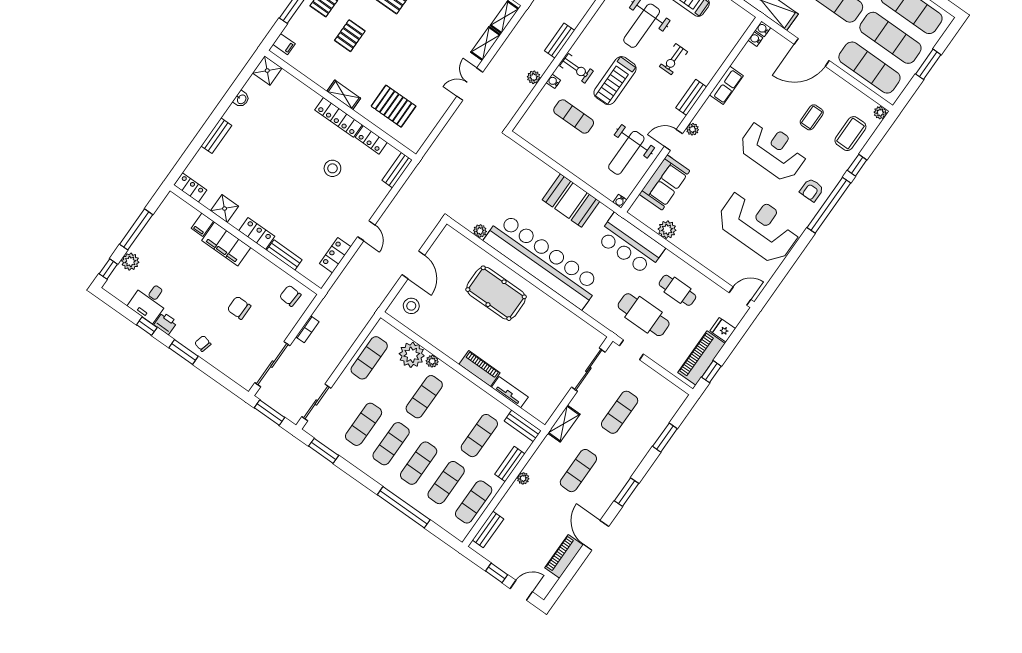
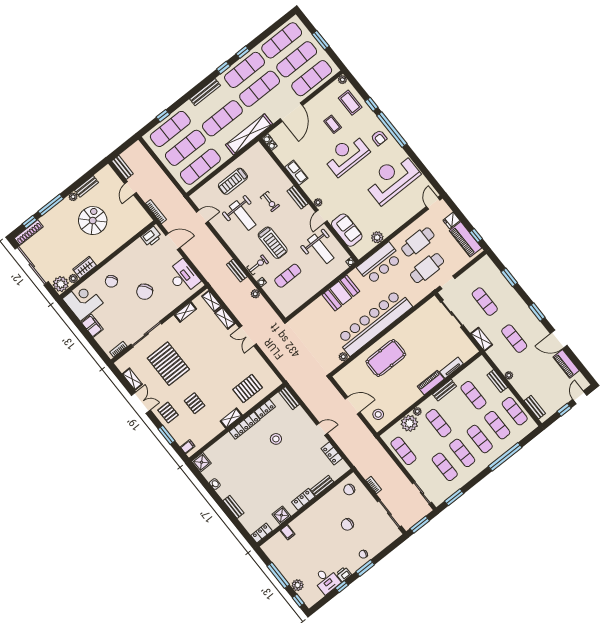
filing cabinet: (226, 244) -> (304, 521), removed
cafe table: (677, 290) -> (418, 242), width x1.37, depth x1.35
bench: (523, 426) -> (445, 390), moved

